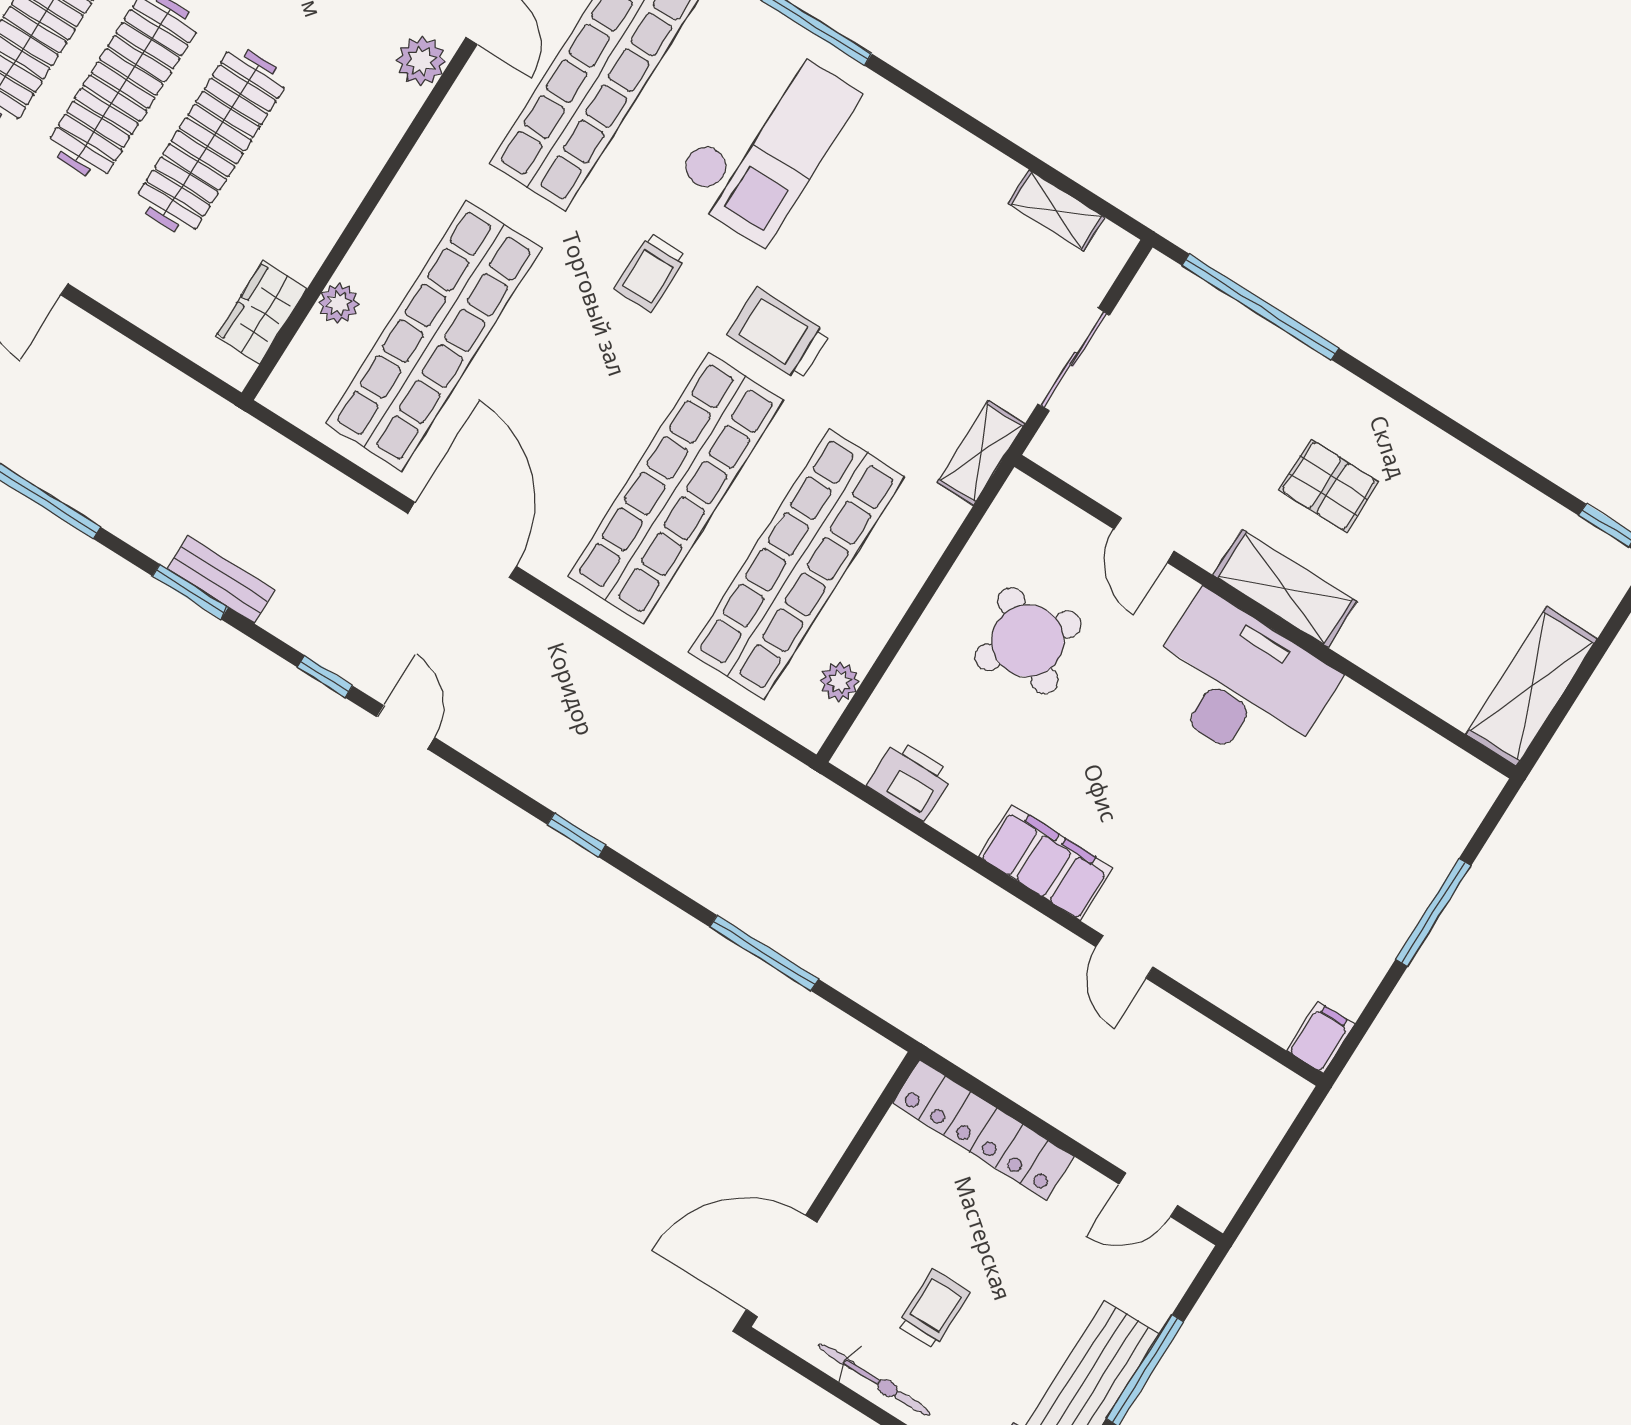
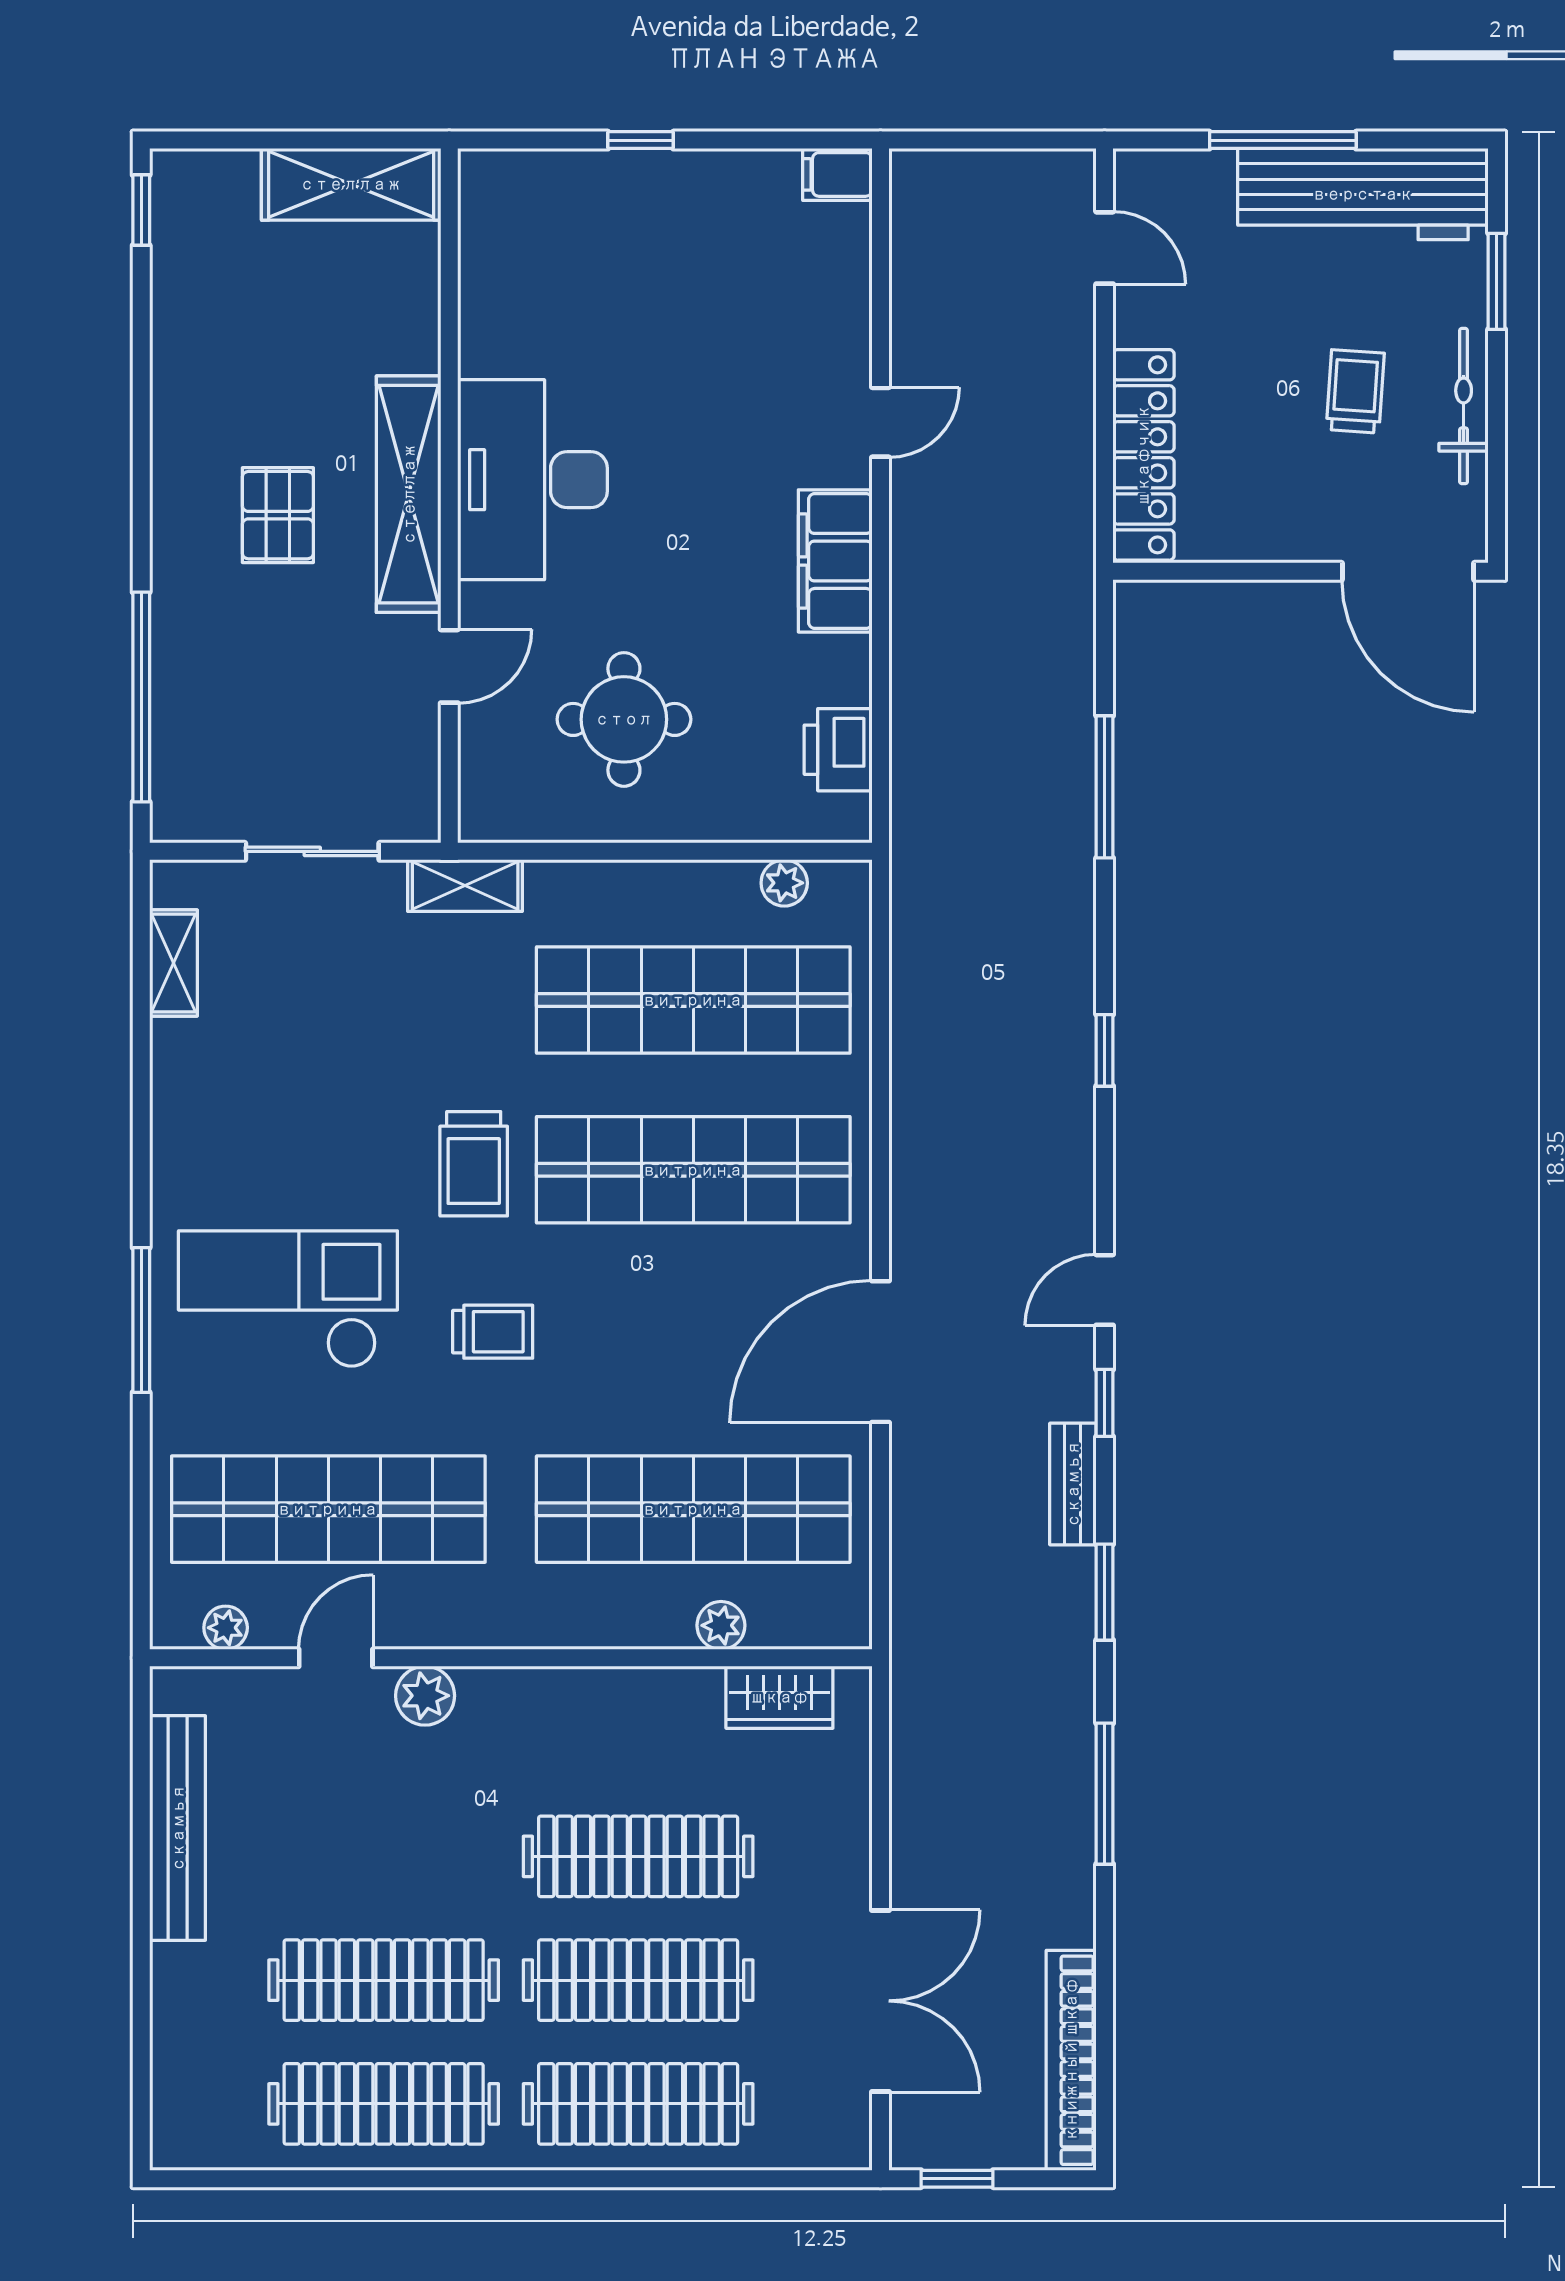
bench: (221, 579) -> (1073, 1484), moved
shelving: (1285, 588) -> (409, 494), width x1.47
round table: (1028, 641) -> (624, 719), turned -35
window: (1433, 913) -> (641, 140), width x0.46
trolley: (933, 1309) -> (1355, 391), turned 94

